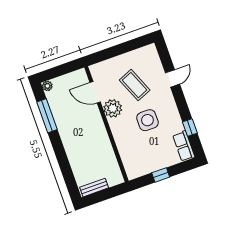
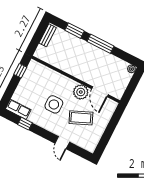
door: (95, 92) -> (100, 92), swing flipped
window: (47, 116) -> (100, 44), moved
window: (66, 169) -> (75, 31), added
window: (161, 175) -> (20, 71), moved

